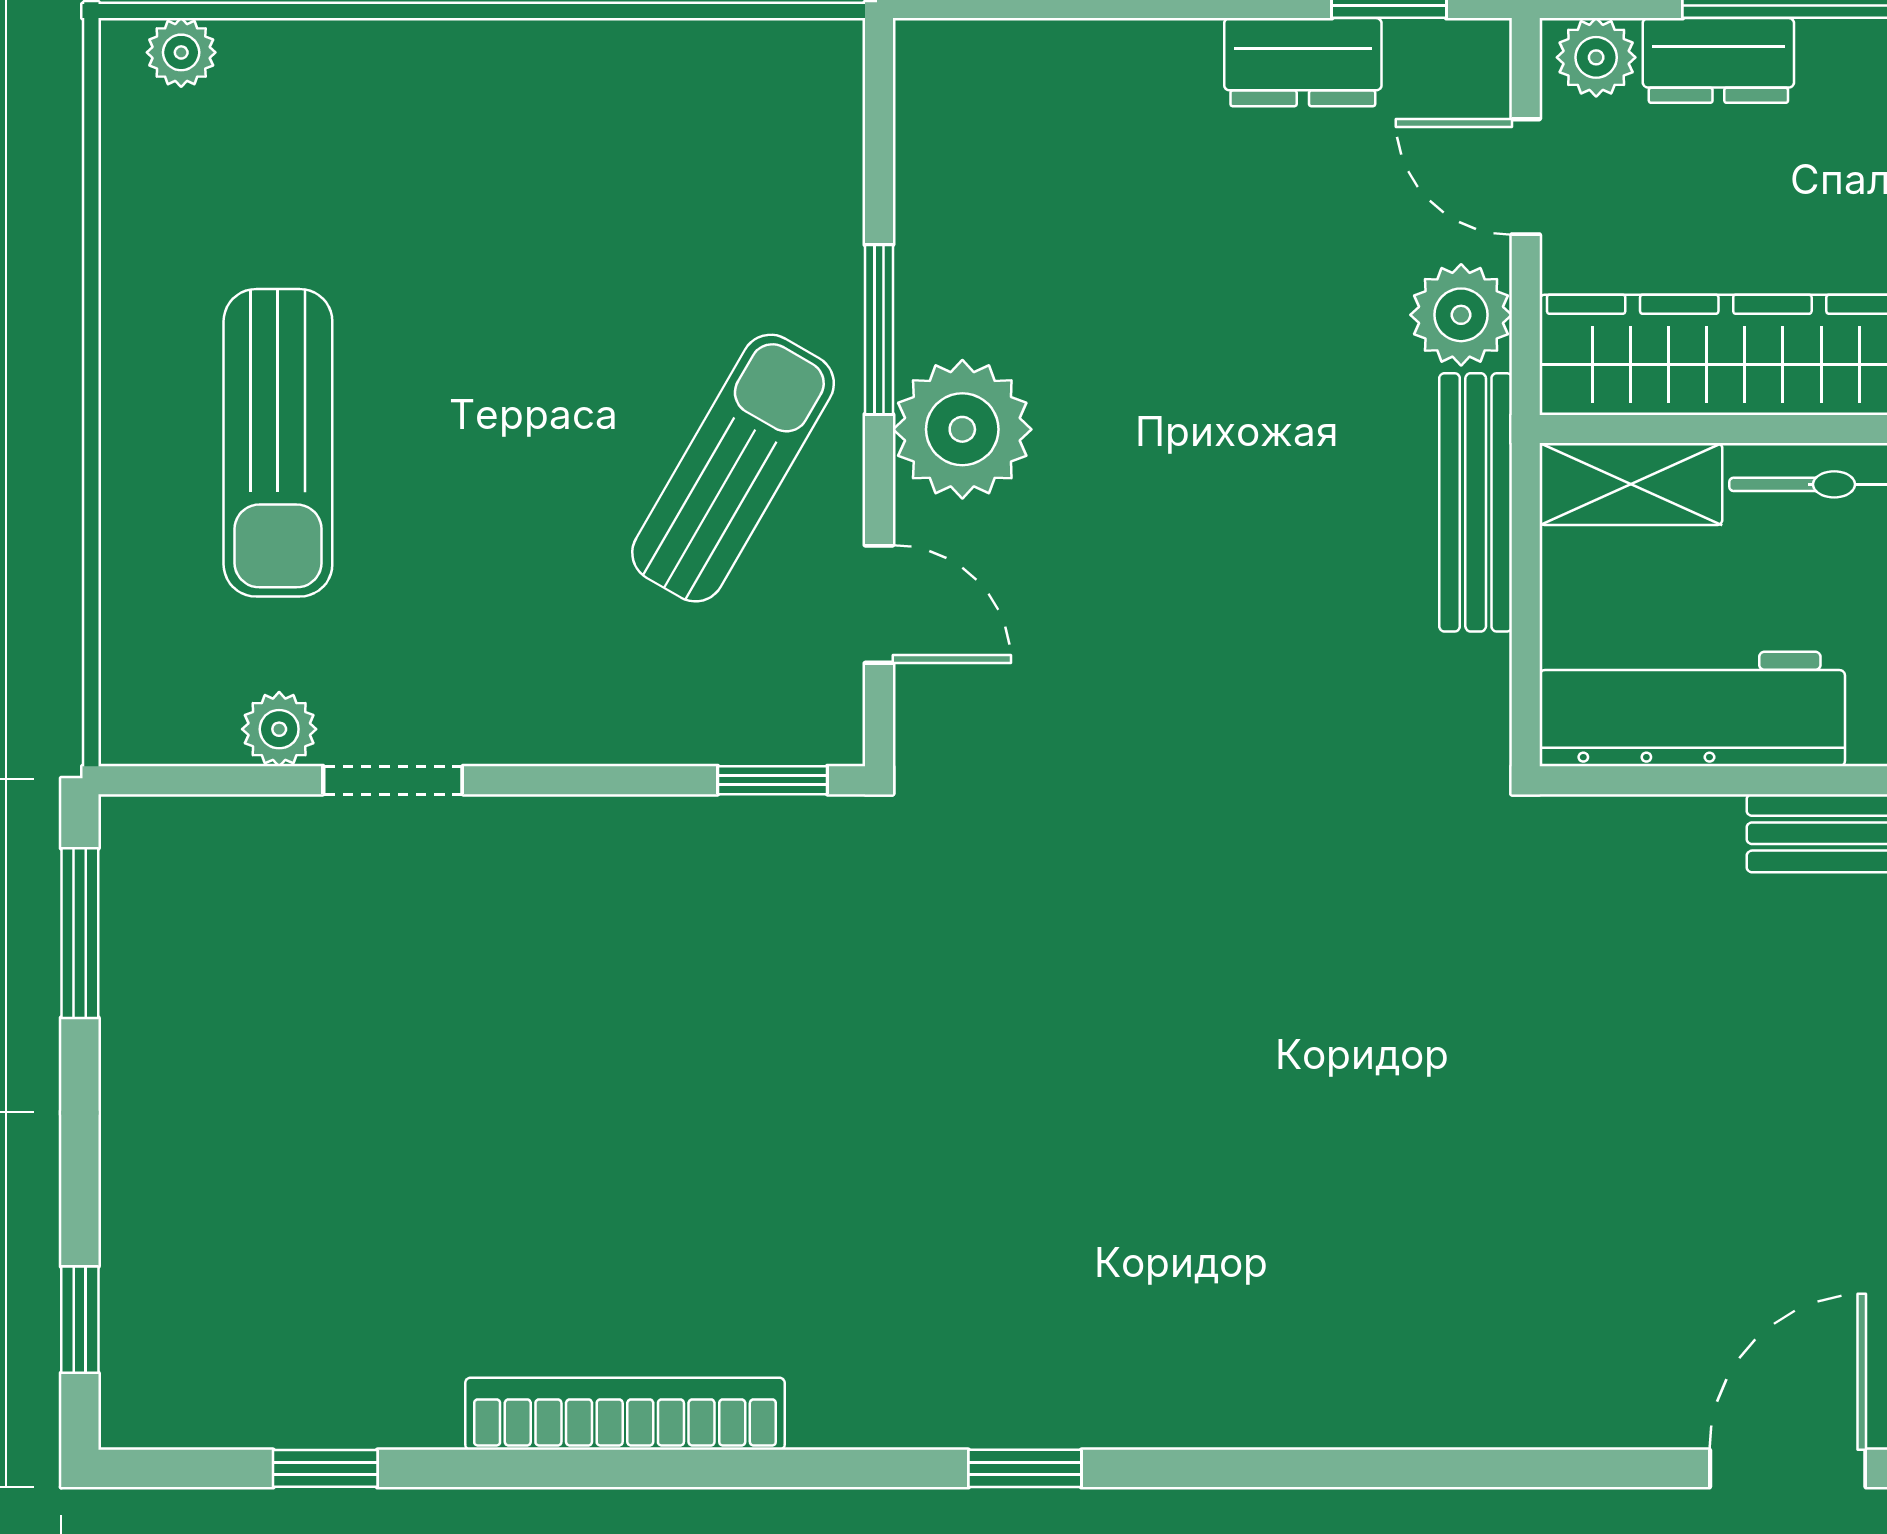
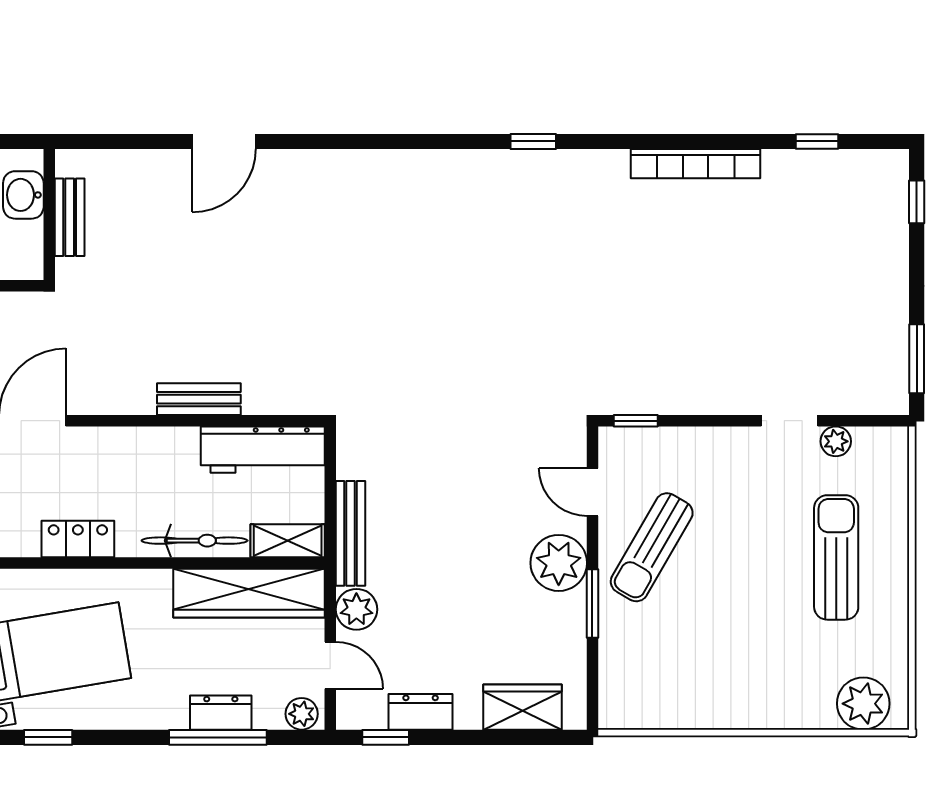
plant: (181, 52) -> (863, 704), width x1.88, depth x1.88
dresser: (1718, 60) -> (221, 713), moved
wardrobe: (1051, 74) -> (523, 707), added

